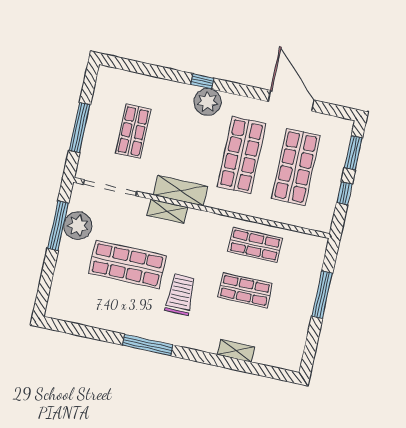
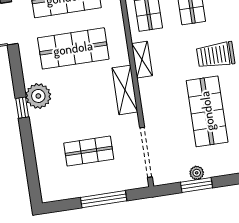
shelving: (167, 211) -> (142, 60), moved
window: (58, 226) -> (197, 185), width x0.69
plant: (78, 226) -> (197, 173), width x0.53, depth x0.53

